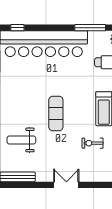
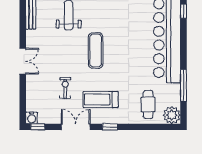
exercise mat: (56, 113) -> (96, 51), turned 90

